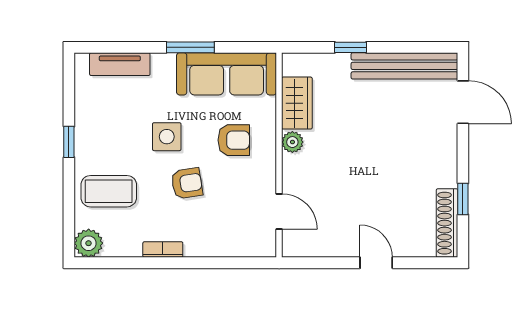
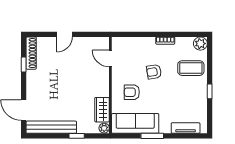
side table: (167, 137) -> (163, 94), removed
plant: (292, 142) -> (104, 128), moved
door: (376, 263) -> (65, 34), hinge flipped

